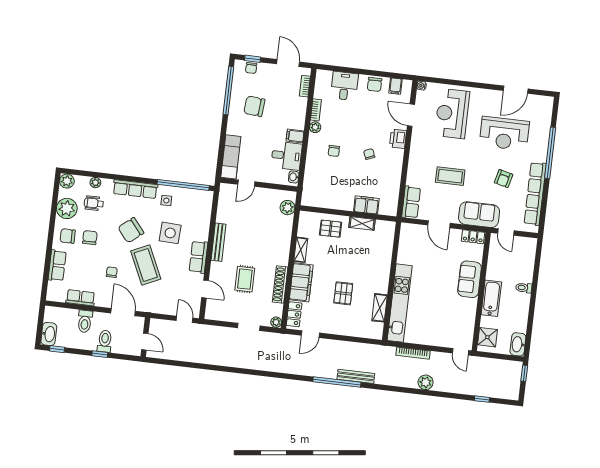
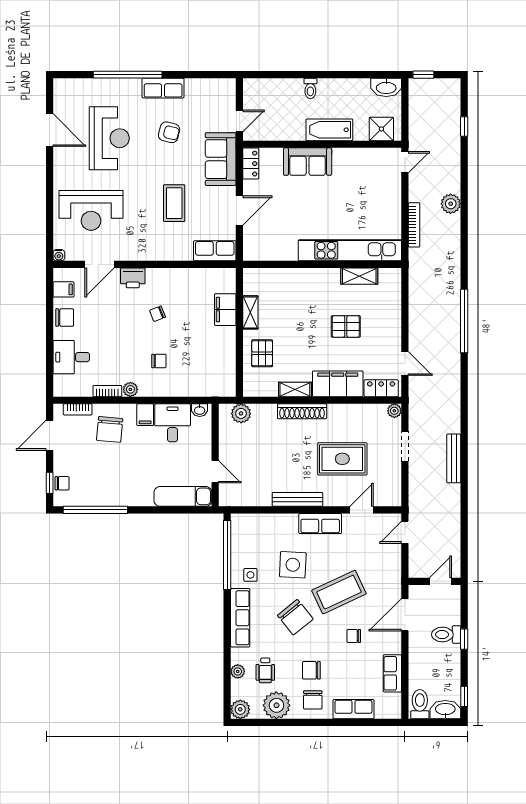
chair: (254, 106) -> (110, 429), moved
row of seats: (535, 194) -> (163, 88), width x0.50
rug: (245, 279) -> (342, 459), width x1.36, depth x1.43
shoe rack: (280, 285) -> (302, 411), moved
toilet: (85, 321) -> (420, 704), moved, turned -90
bench: (356, 376) -> (454, 458), moved

